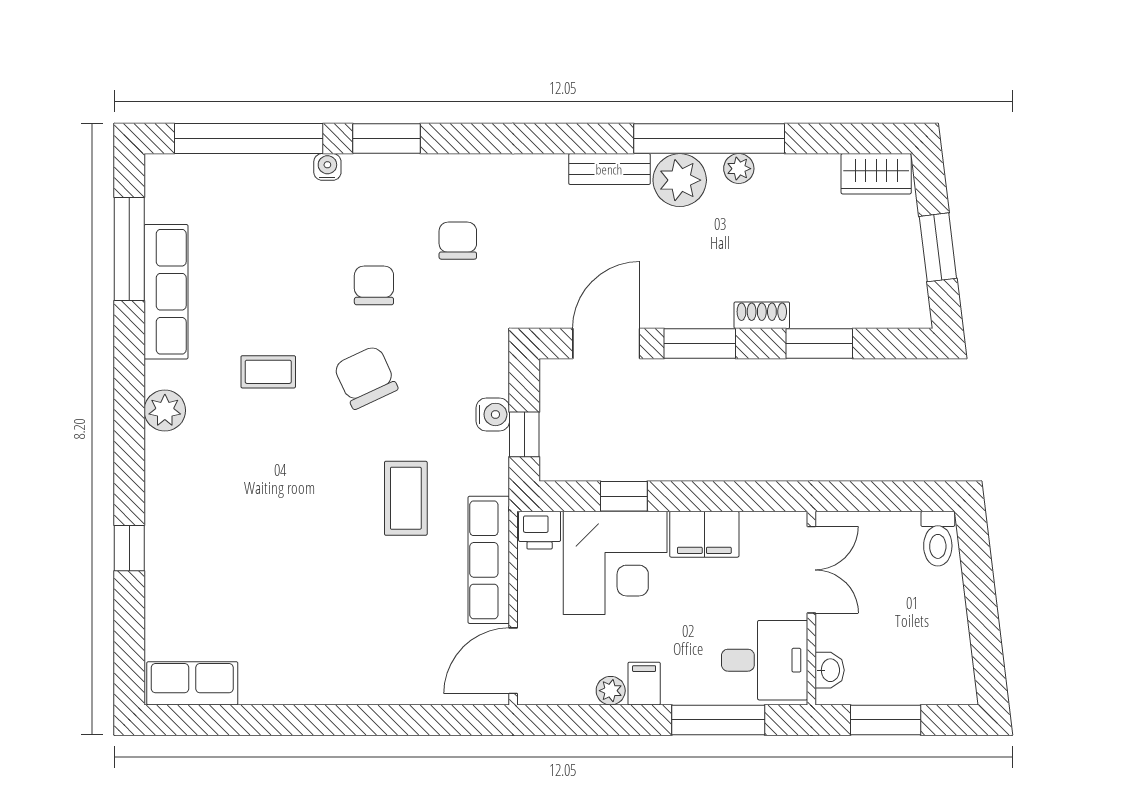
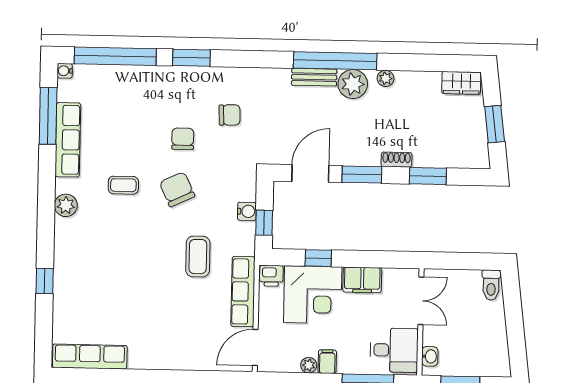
window: (709, 139) -> (335, 61), moved
water cooler: (327, 167) -> (65, 71), moved, turned -90
chair: (458, 241) -> (230, 115), turned 88
row of seats: (192, 683) -> (90, 357), width x1.48

